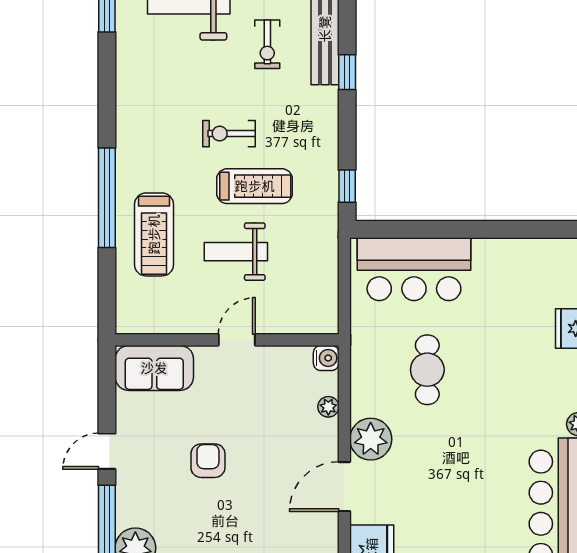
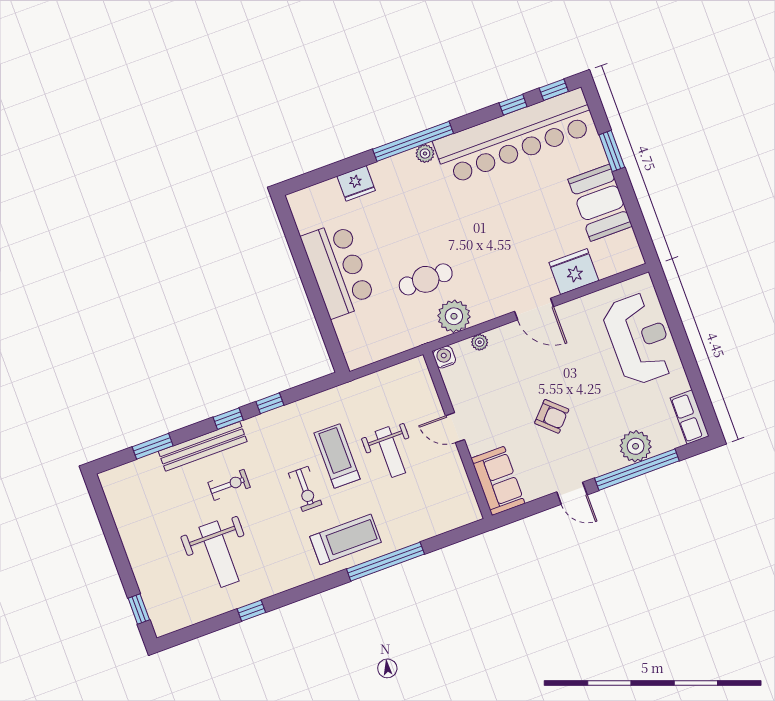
window: (347, 186) -> (270, 403), moved
treadmill: (154, 234) -> (345, 539), moved
bar counter: (414, 269) -> (338, 270), moved
plant: (371, 439) -> (454, 316), moved
armchair: (208, 461) -> (552, 416), turned -137

